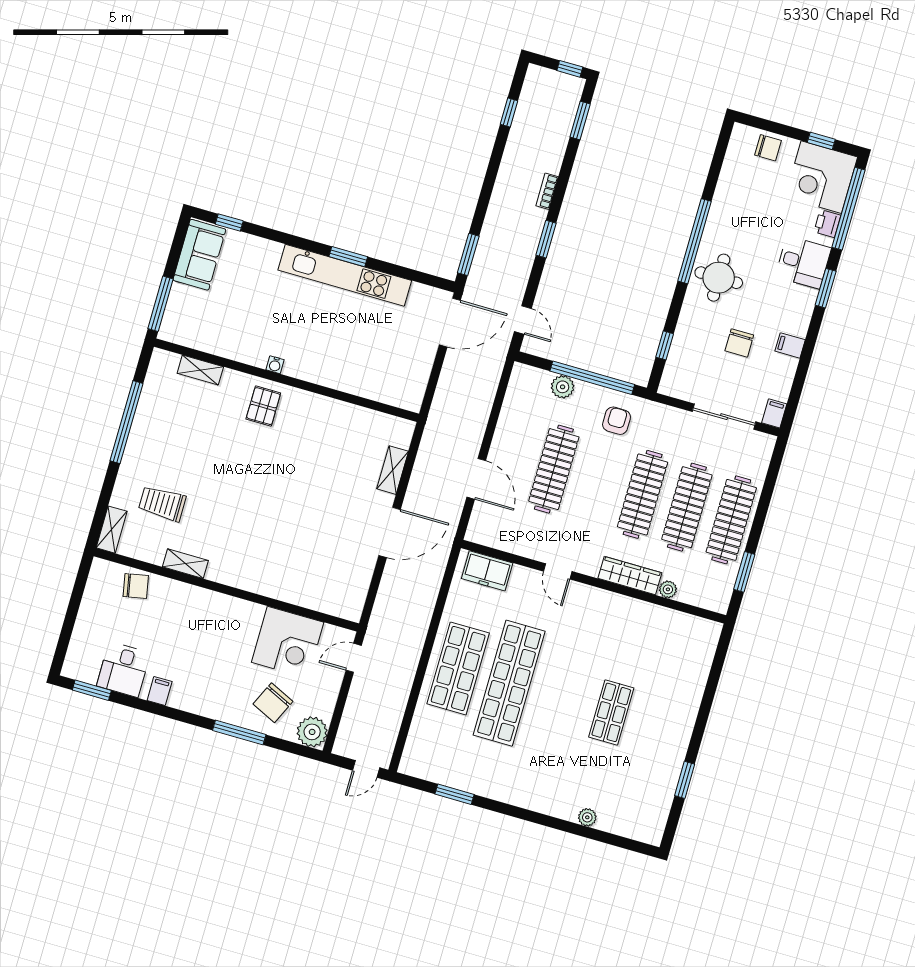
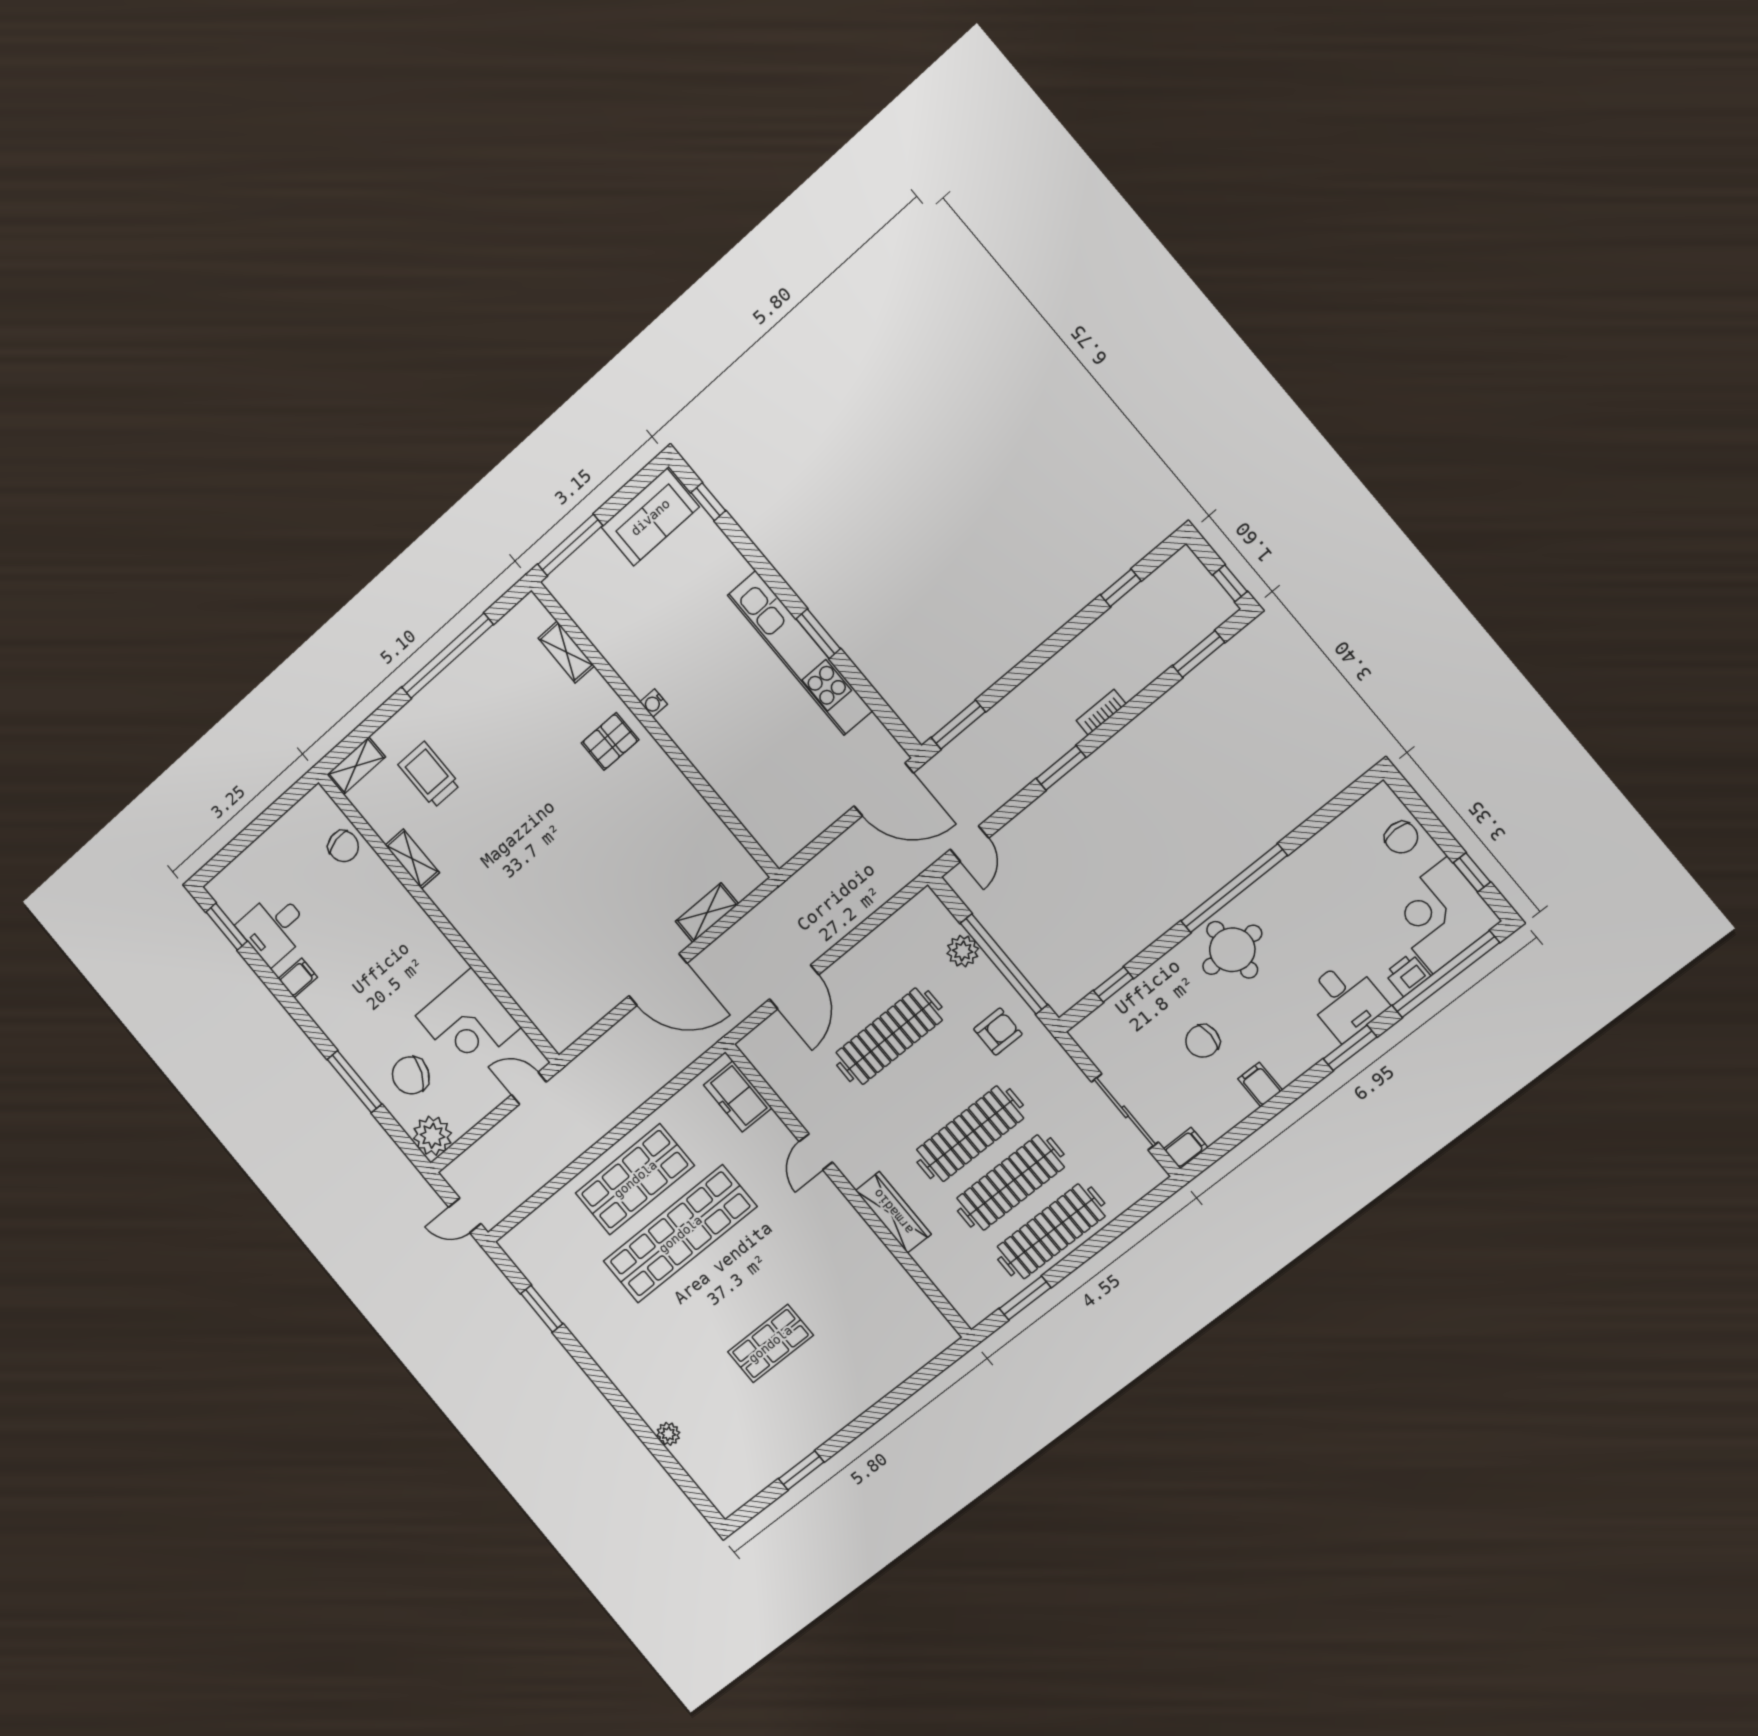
plant: (668, 589) -> (925, 1257), removed

